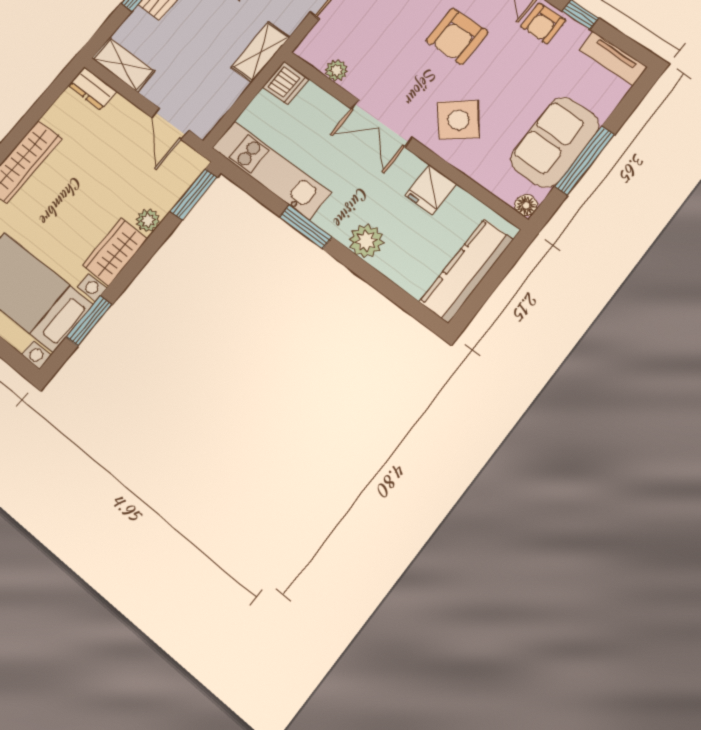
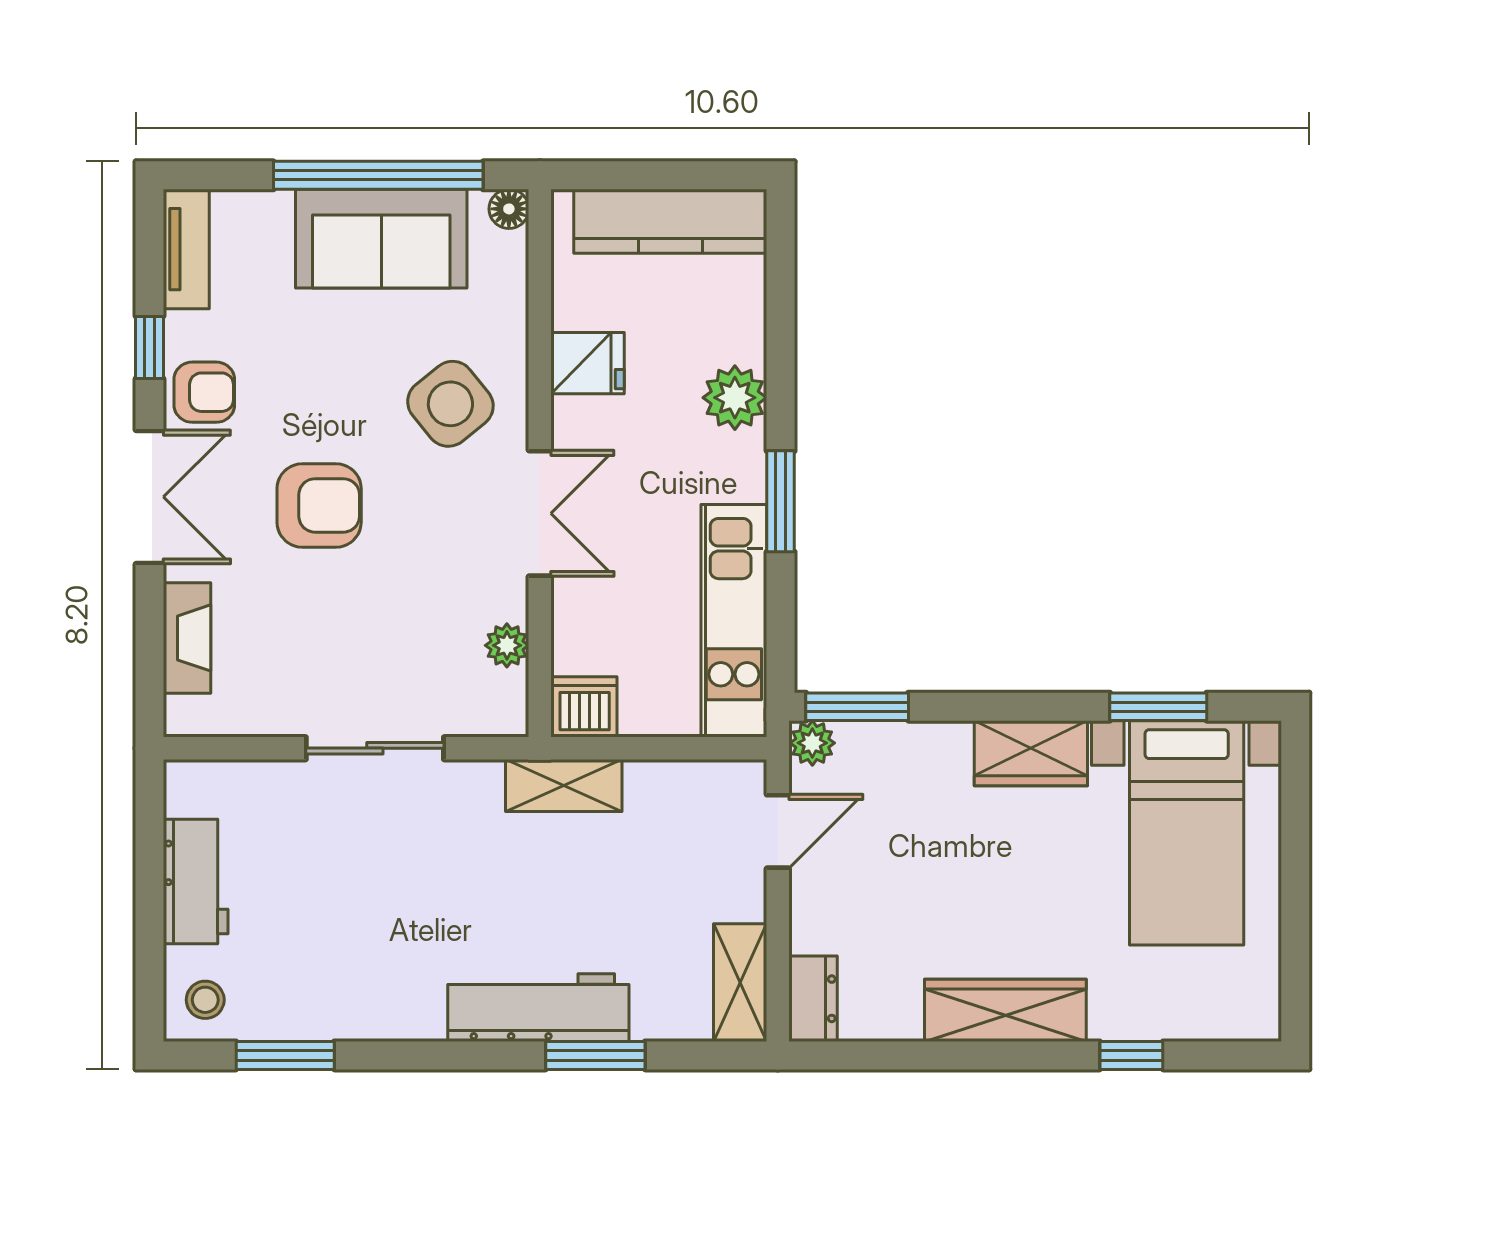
window: (585, 161) -> (378, 175), width x1.46
plant: (148, 220) -> (812, 743), moved

